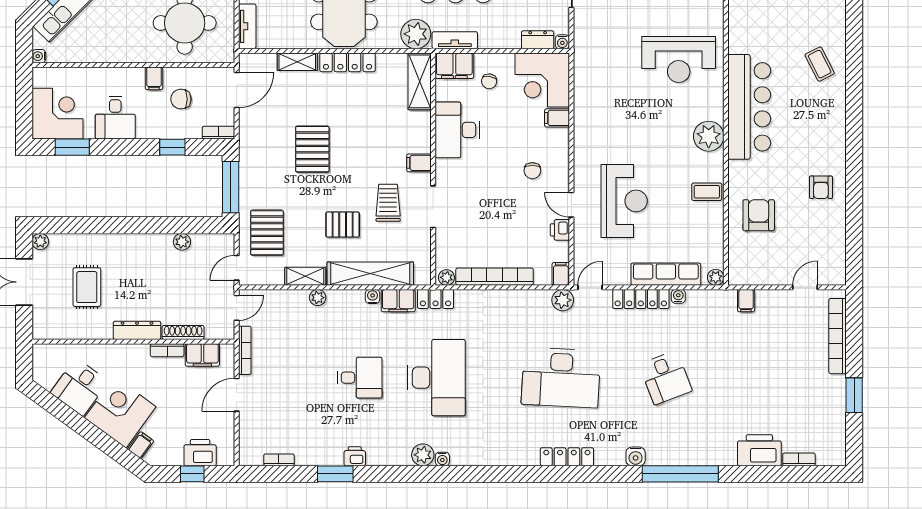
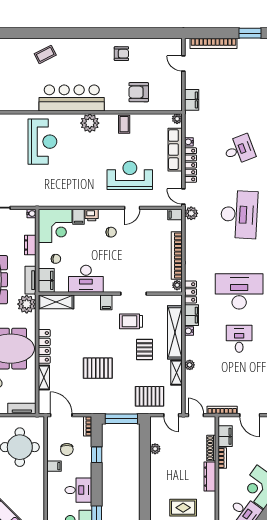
dresser: (538, 40) -> (30, 245), moved
printer: (560, 230) -> (92, 215), moved
filing cabinet: (746, 301) -> (192, 100), width x2.00

